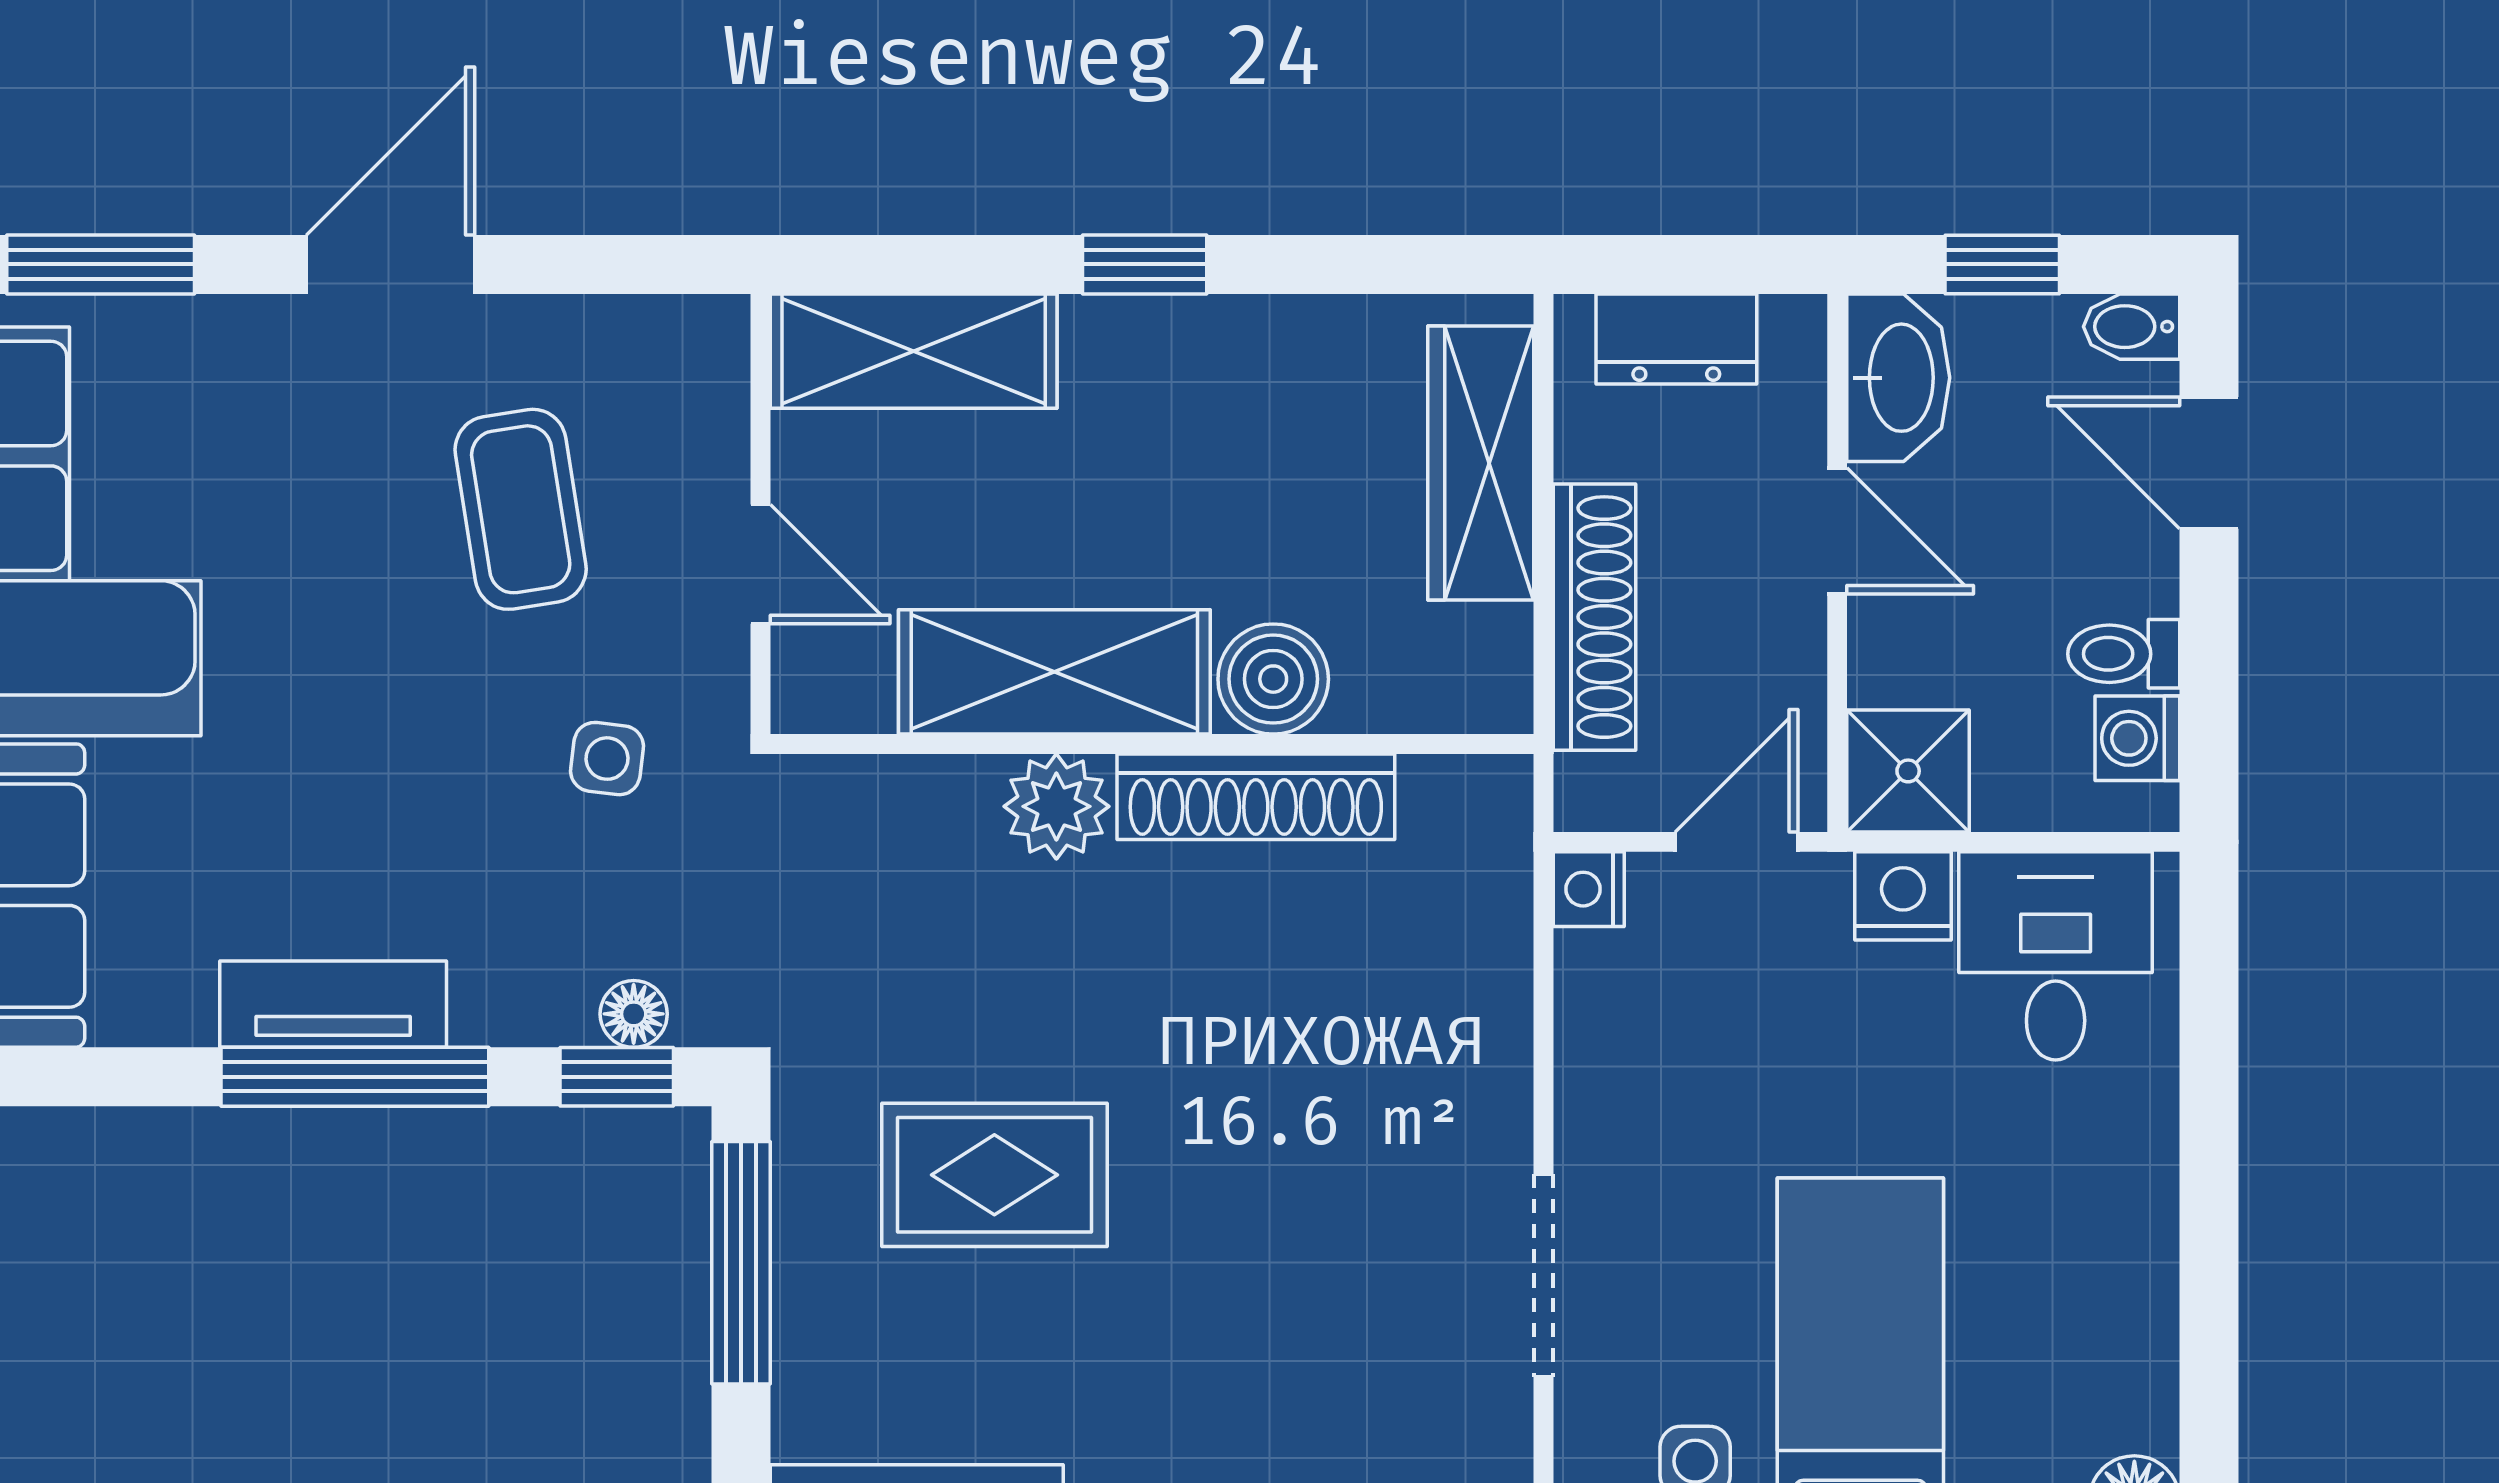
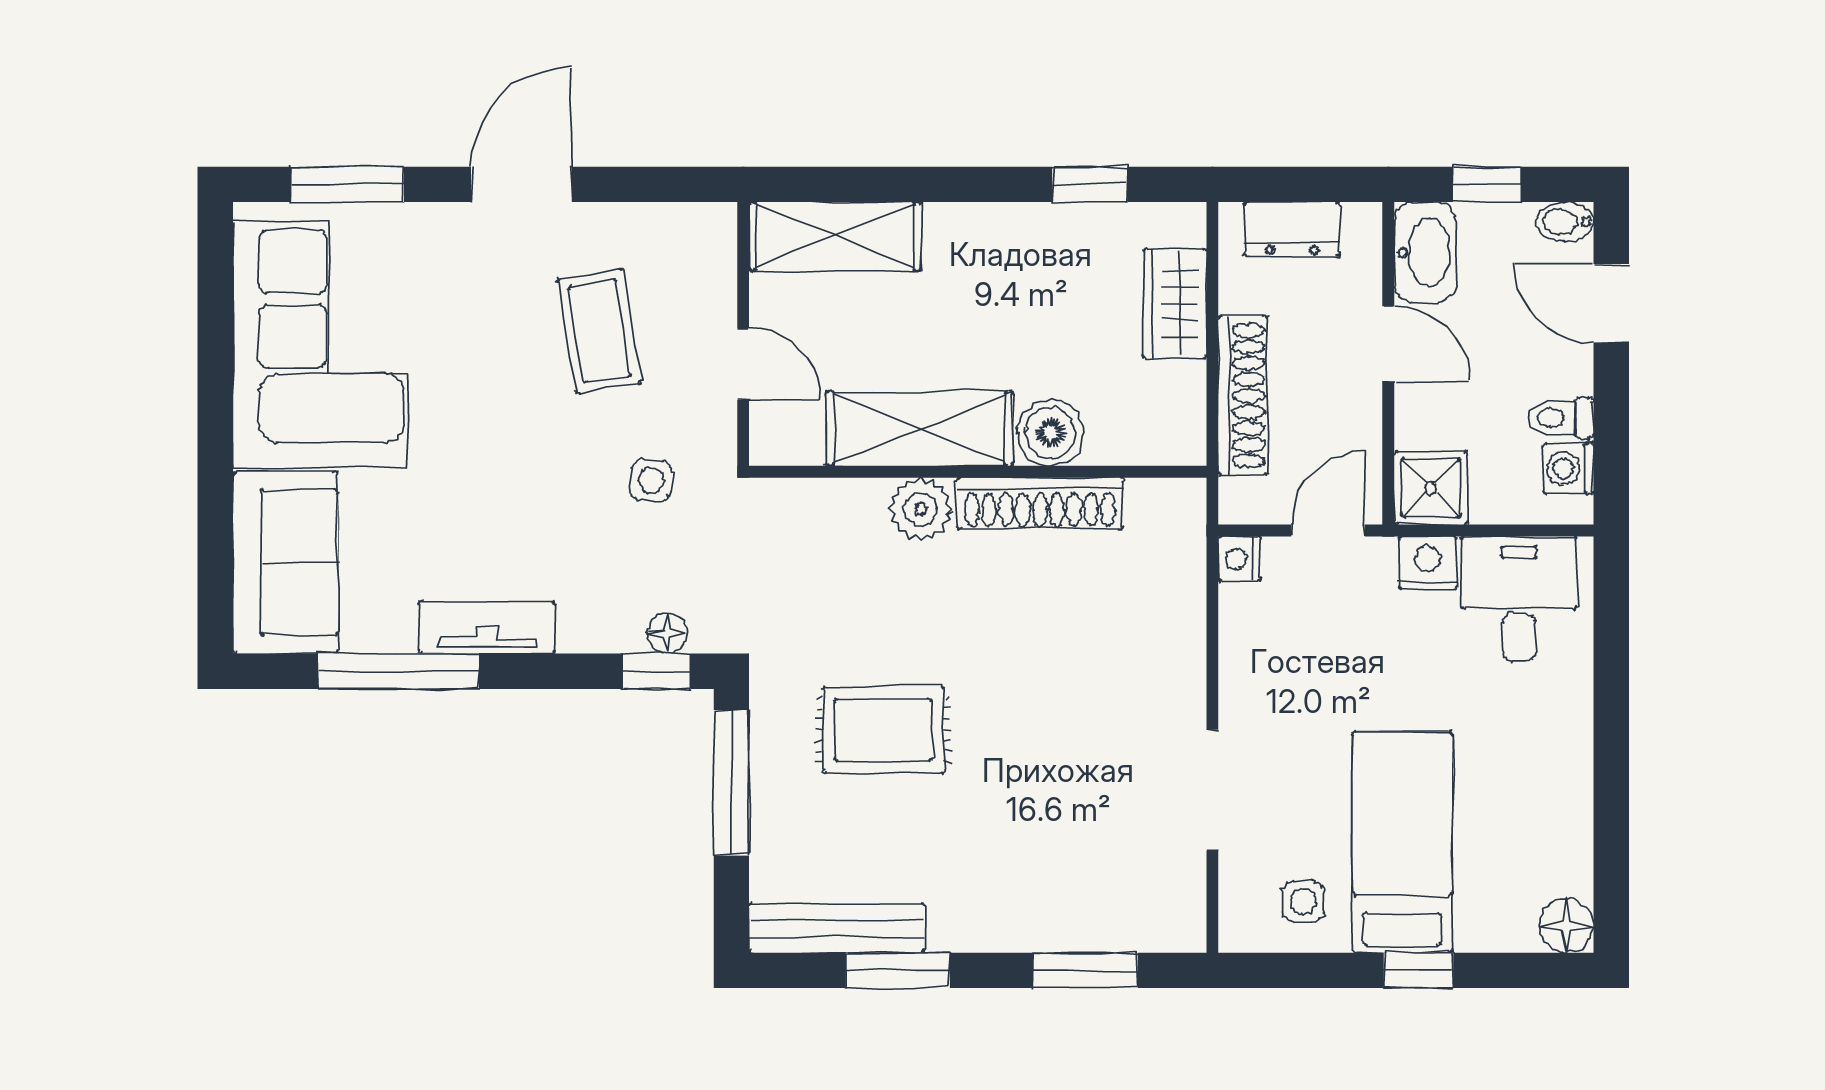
window: (1145, 264) -> (1090, 184), moved
wardrobe: (1481, 463) -> (1175, 303), width x0.67
window: (355, 1077) -> (399, 671), moved

